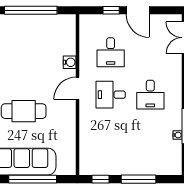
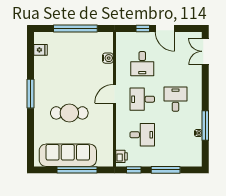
water cooler: (70, 62) -> (108, 58), moved
desk: (150, 95) -> (175, 99), turned 180
desk: (111, 137) -> (142, 135), added
printer: (86, 163) -> (122, 156), added

